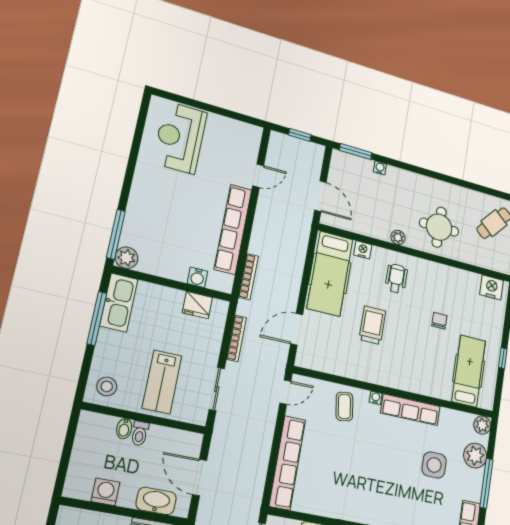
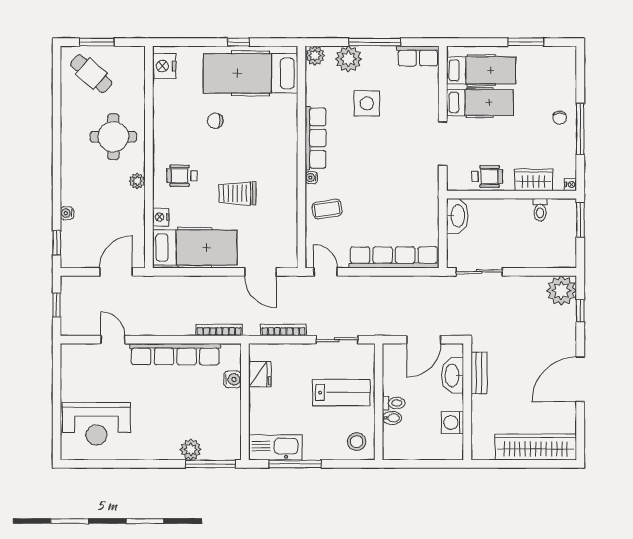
window: (356, 152) -> (57, 243), width x0.67
plant: (126, 258) -> (191, 449), moved
hospital bed: (469, 371) -> (251, 73), width x1.37, depth x1.29

